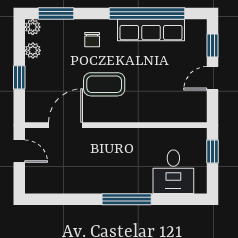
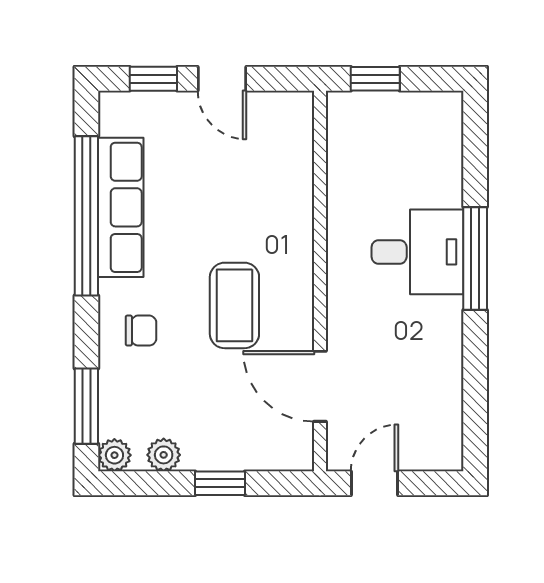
desk: (173, 172) -> (418, 252), moved

